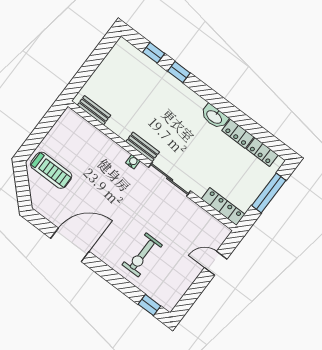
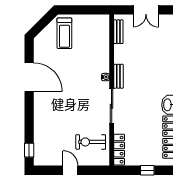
double door: (93, 62) -> (146, 10), added
window: (269, 193) -> (147, 170), width x0.46
exercise bike: (142, 255) -> (91, 142), moved
door: (216, 263) -> (70, 170), moved

